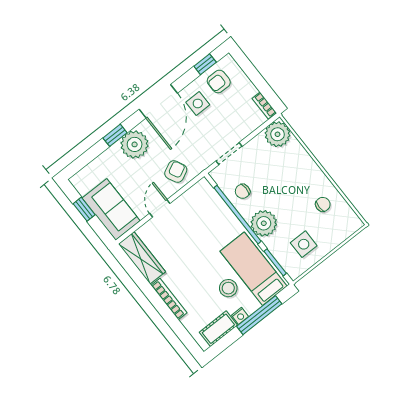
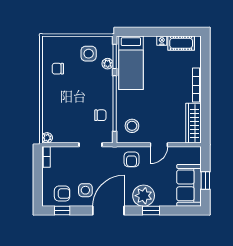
plant: (278, 134) -> (47, 138), width x0.53, depth x0.53
armchair: (176, 172) -> (131, 159), turned -64
sofa: (111, 209) -> (189, 185), moved
plant: (264, 223) -> (108, 64), moved, width x0.53, depth x0.53
stool: (228, 288) -> (132, 126), moved
window: (259, 315) -> (150, 32), removed

